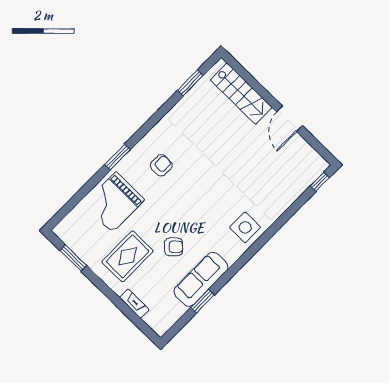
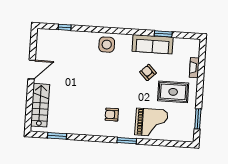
window: (320, 182) -> (65, 27), moved

